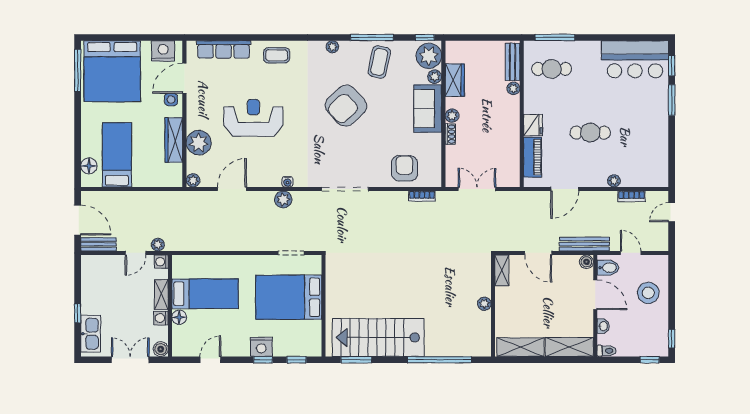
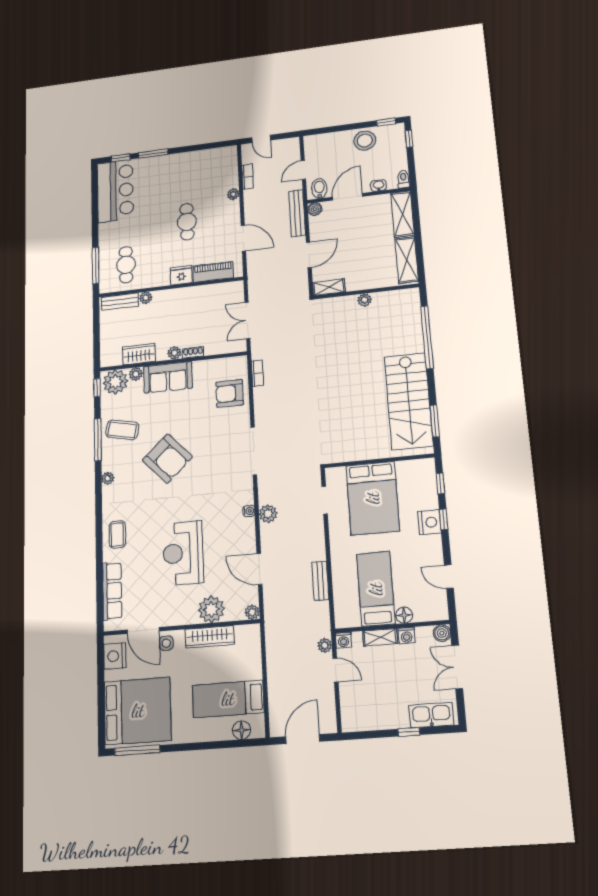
bench: (98, 244) -> (320, 581), moved
stool: (648, 293) -> (365, 141), moved

